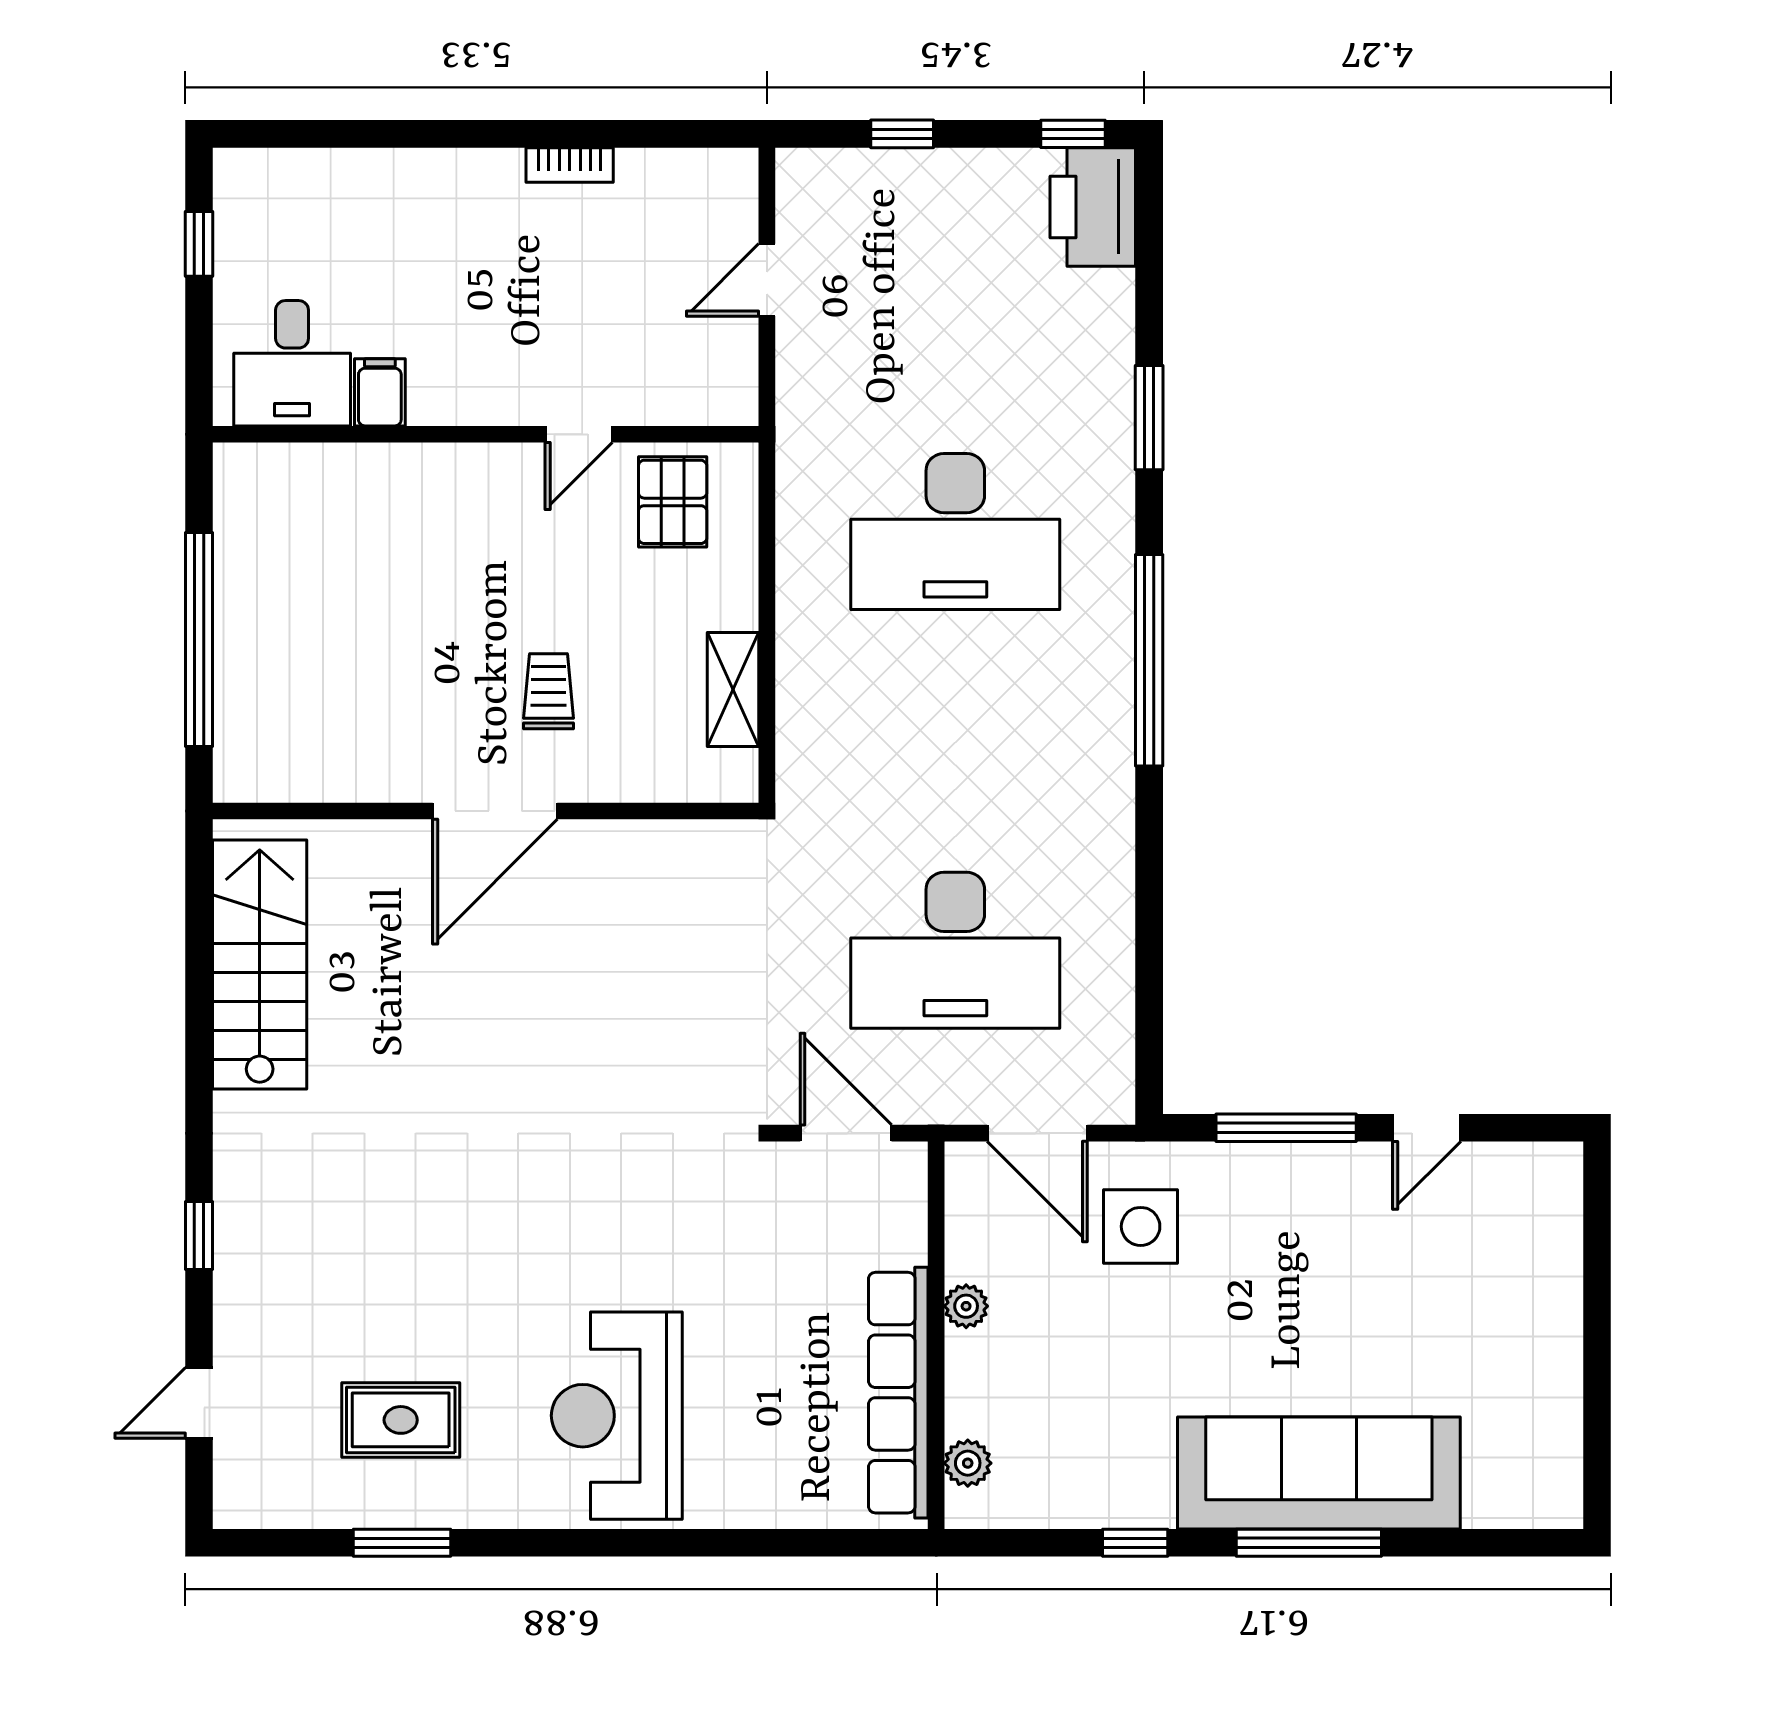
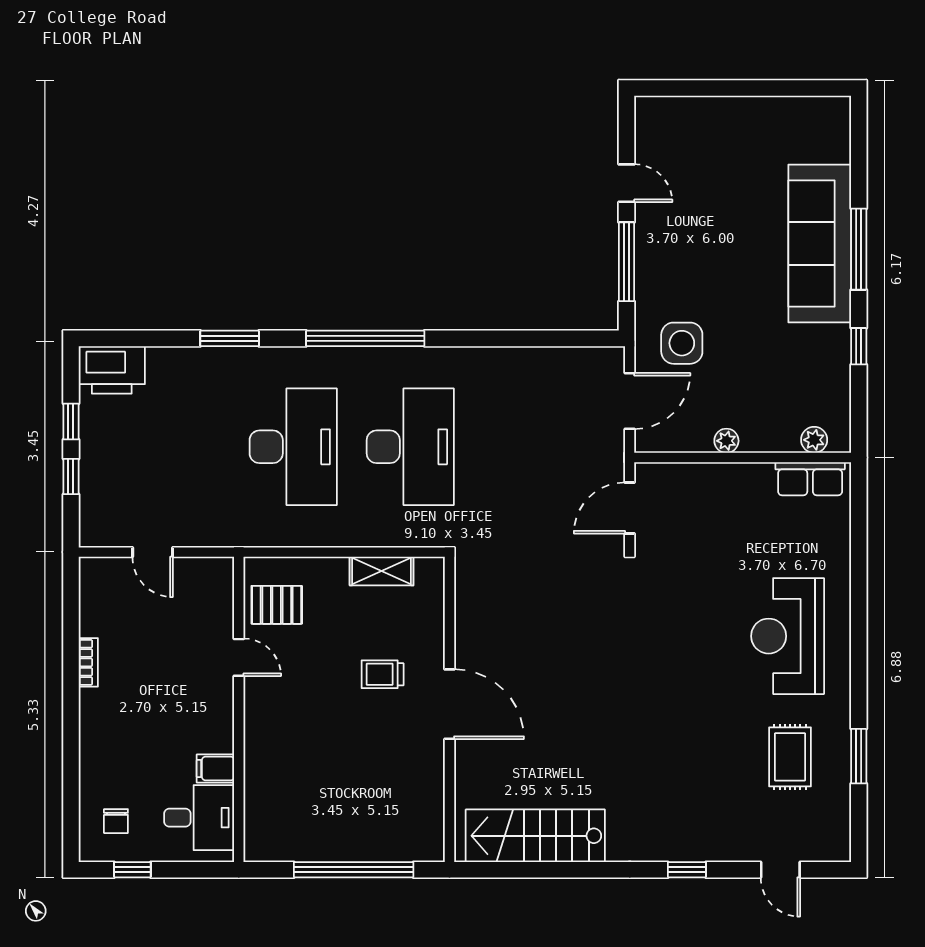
window: (1073, 134) -> (71, 421), moved
chair: (286, 214) -> (116, 821), added
desk: (955, 950) -> (410, 447), moved
row of seats: (898, 1393) -> (810, 479), width x0.50
reception desk: (617, 1416) -> (788, 636), turned 90

